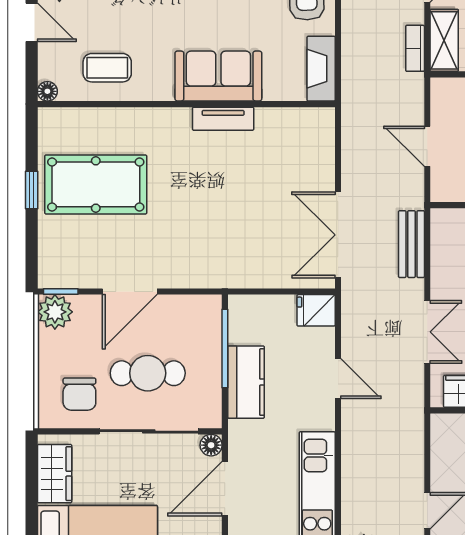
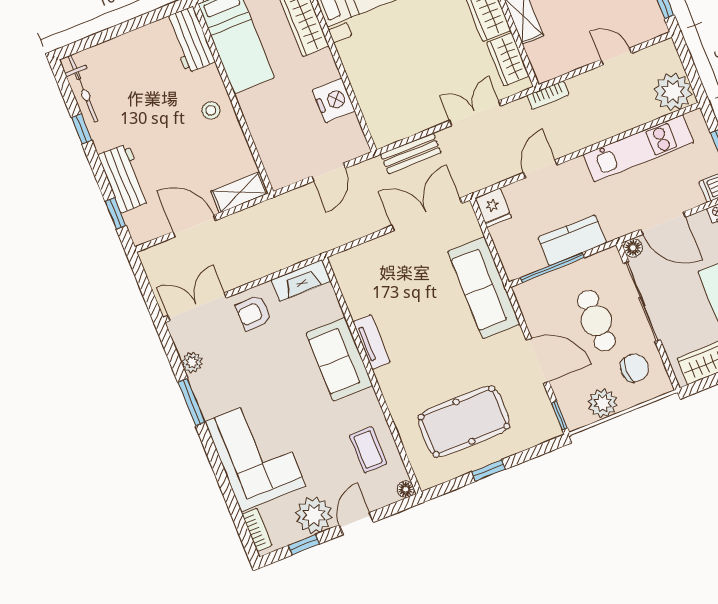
bookcase: (415, 48) -> (548, 95), moved
pool table: (96, 184) -> (464, 422), turned 90
double door: (338, 235) -> (427, 214), swing flipped
sofa: (233, 265) -> (484, 288), added
plant: (55, 312) -> (603, 403), moved

